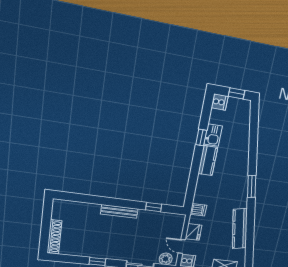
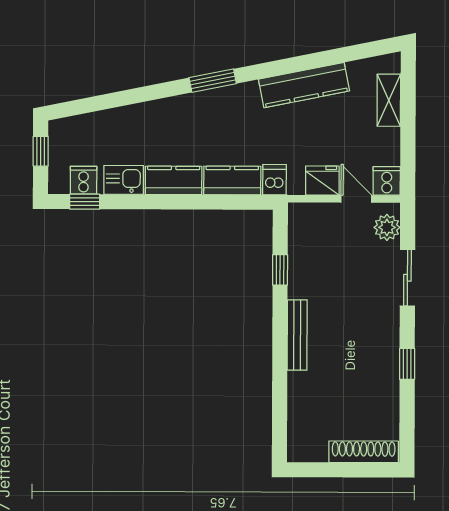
cooker: (220, 102) -> (84, 180), moved
window: (201, 138) -> (85, 202), moved
kitchen counter: (202, 190) -> (232, 180), added
door: (182, 246) -> (356, 199), swing flipped

